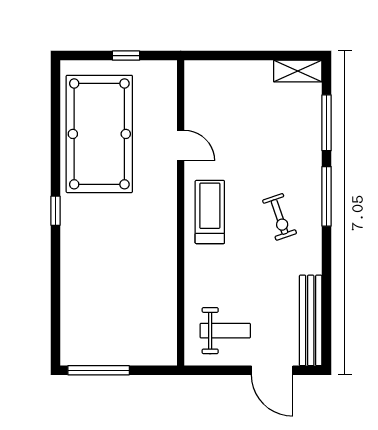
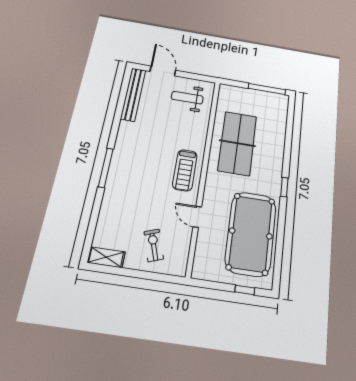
window: (126, 56) -> (245, 290), moved
window: (327, 123) -> (94, 217), removed
exercise bike: (280, 217) -> (154, 245), moved
table tennis table: (136, 268) -> (237, 143), added

